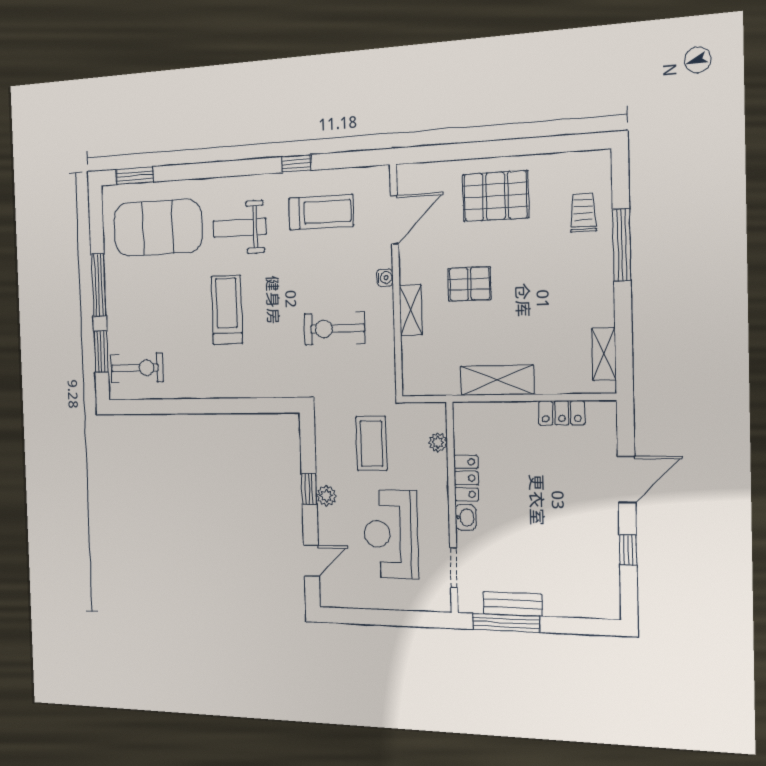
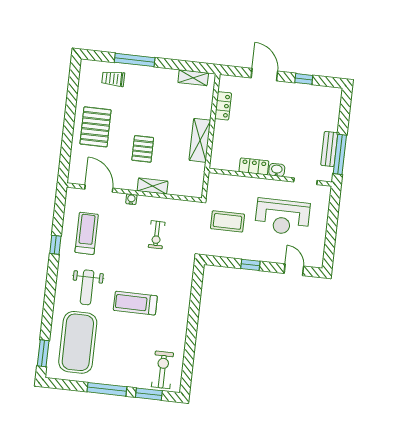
exercise bike: (335, 329) -> (157, 235), width x0.73, depth x0.72
plant: (438, 442) -> (231, 180), removed
plant: (326, 496) -> (256, 254), removed

